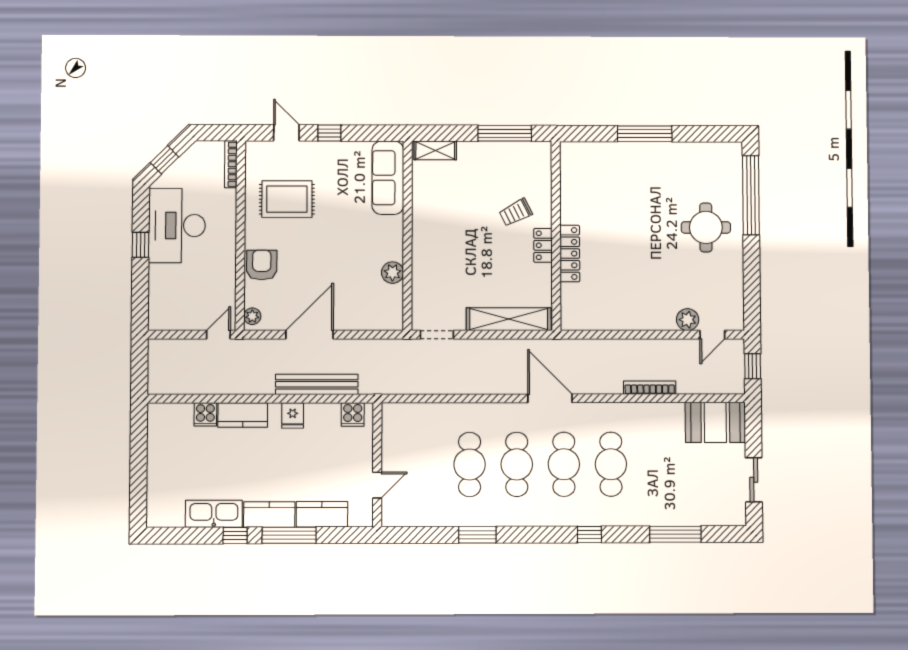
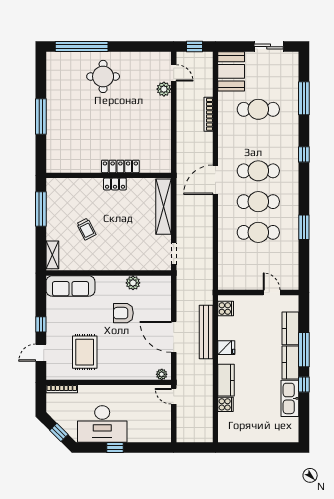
trolley: (516, 212) -> (86, 229), moved
armchair: (262, 265) -> (123, 313), moved
cafe table: (611, 464) -> (258, 109), moved

